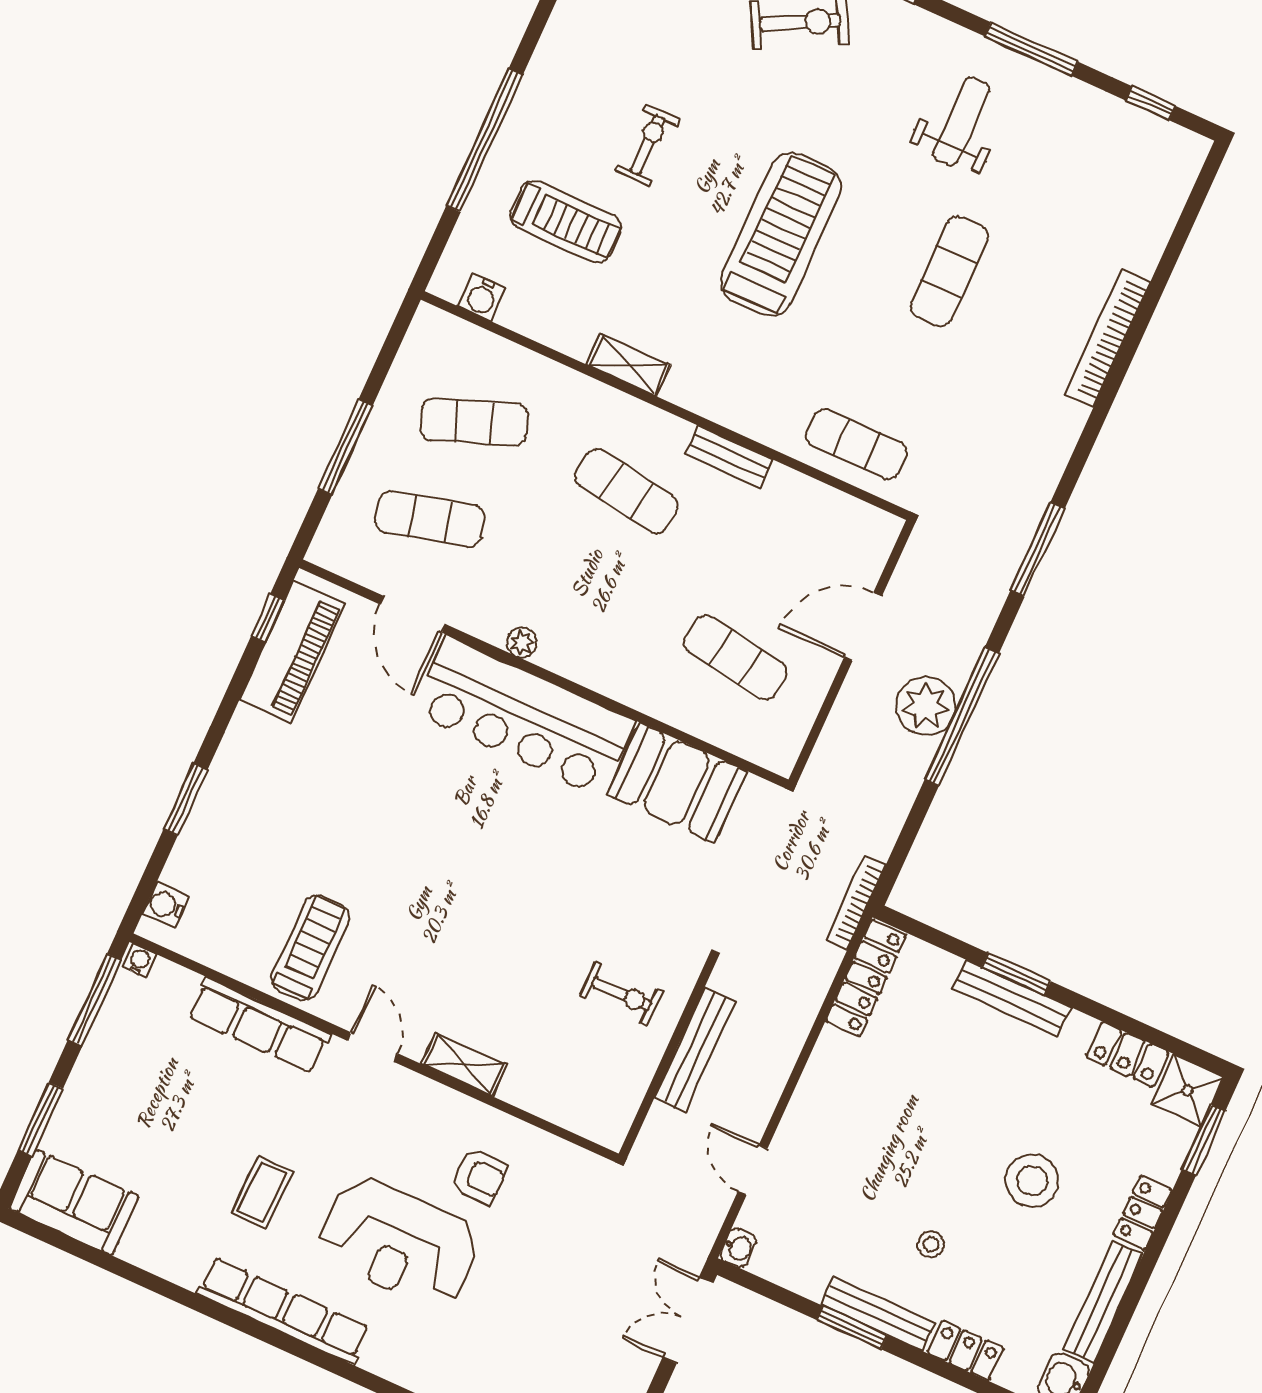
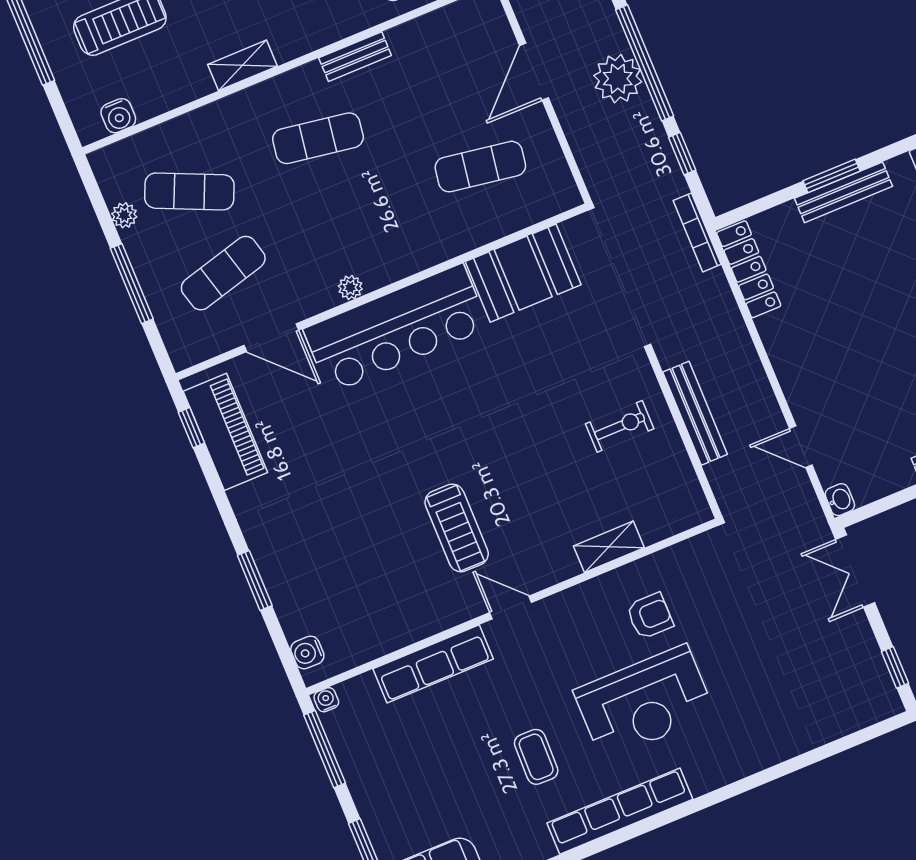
plant: (399, 384) -> (124, 215), added
exercise mat: (474, 422) -> (189, 191), turned 45
window: (913, 824) -> (682, 154), added
treadmill: (310, 948) -> (457, 528), moved, turned 180
shelving: (464, 1064) -> (609, 547), moved

